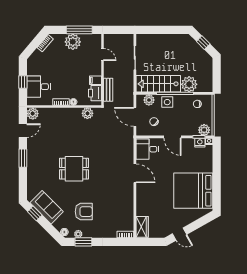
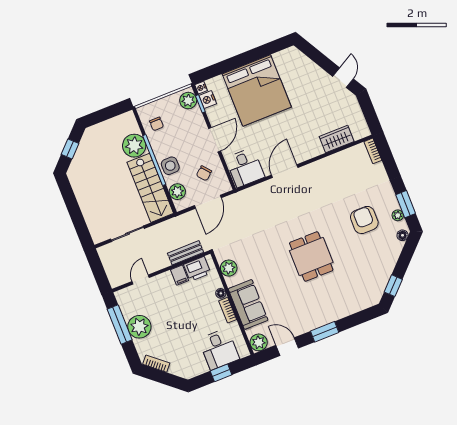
bed: (193, 191) -> (257, 90), moved
sofa: (47, 207) -> (248, 304), moved, turned 135
wardrobe: (142, 227) -> (337, 139), moved

